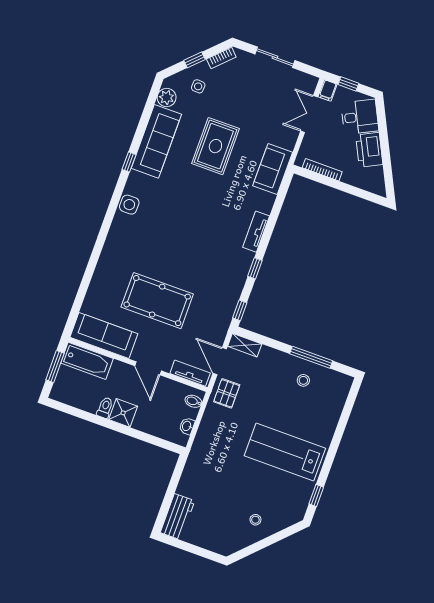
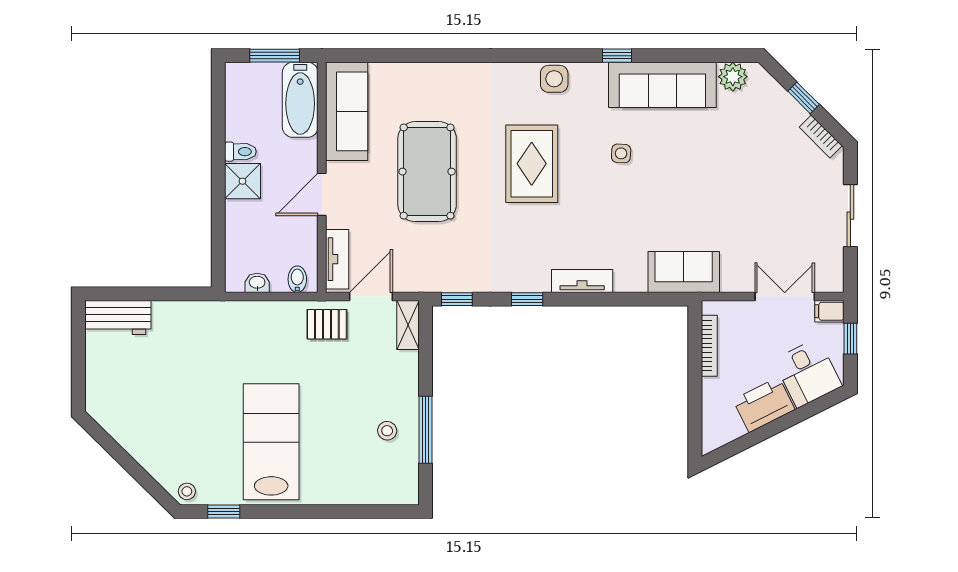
side table: (198, 86) -> (621, 153), moved
rug: (215, 146) -> (532, 164), moved, turned 90
stool: (255, 520) -> (187, 491), moved

